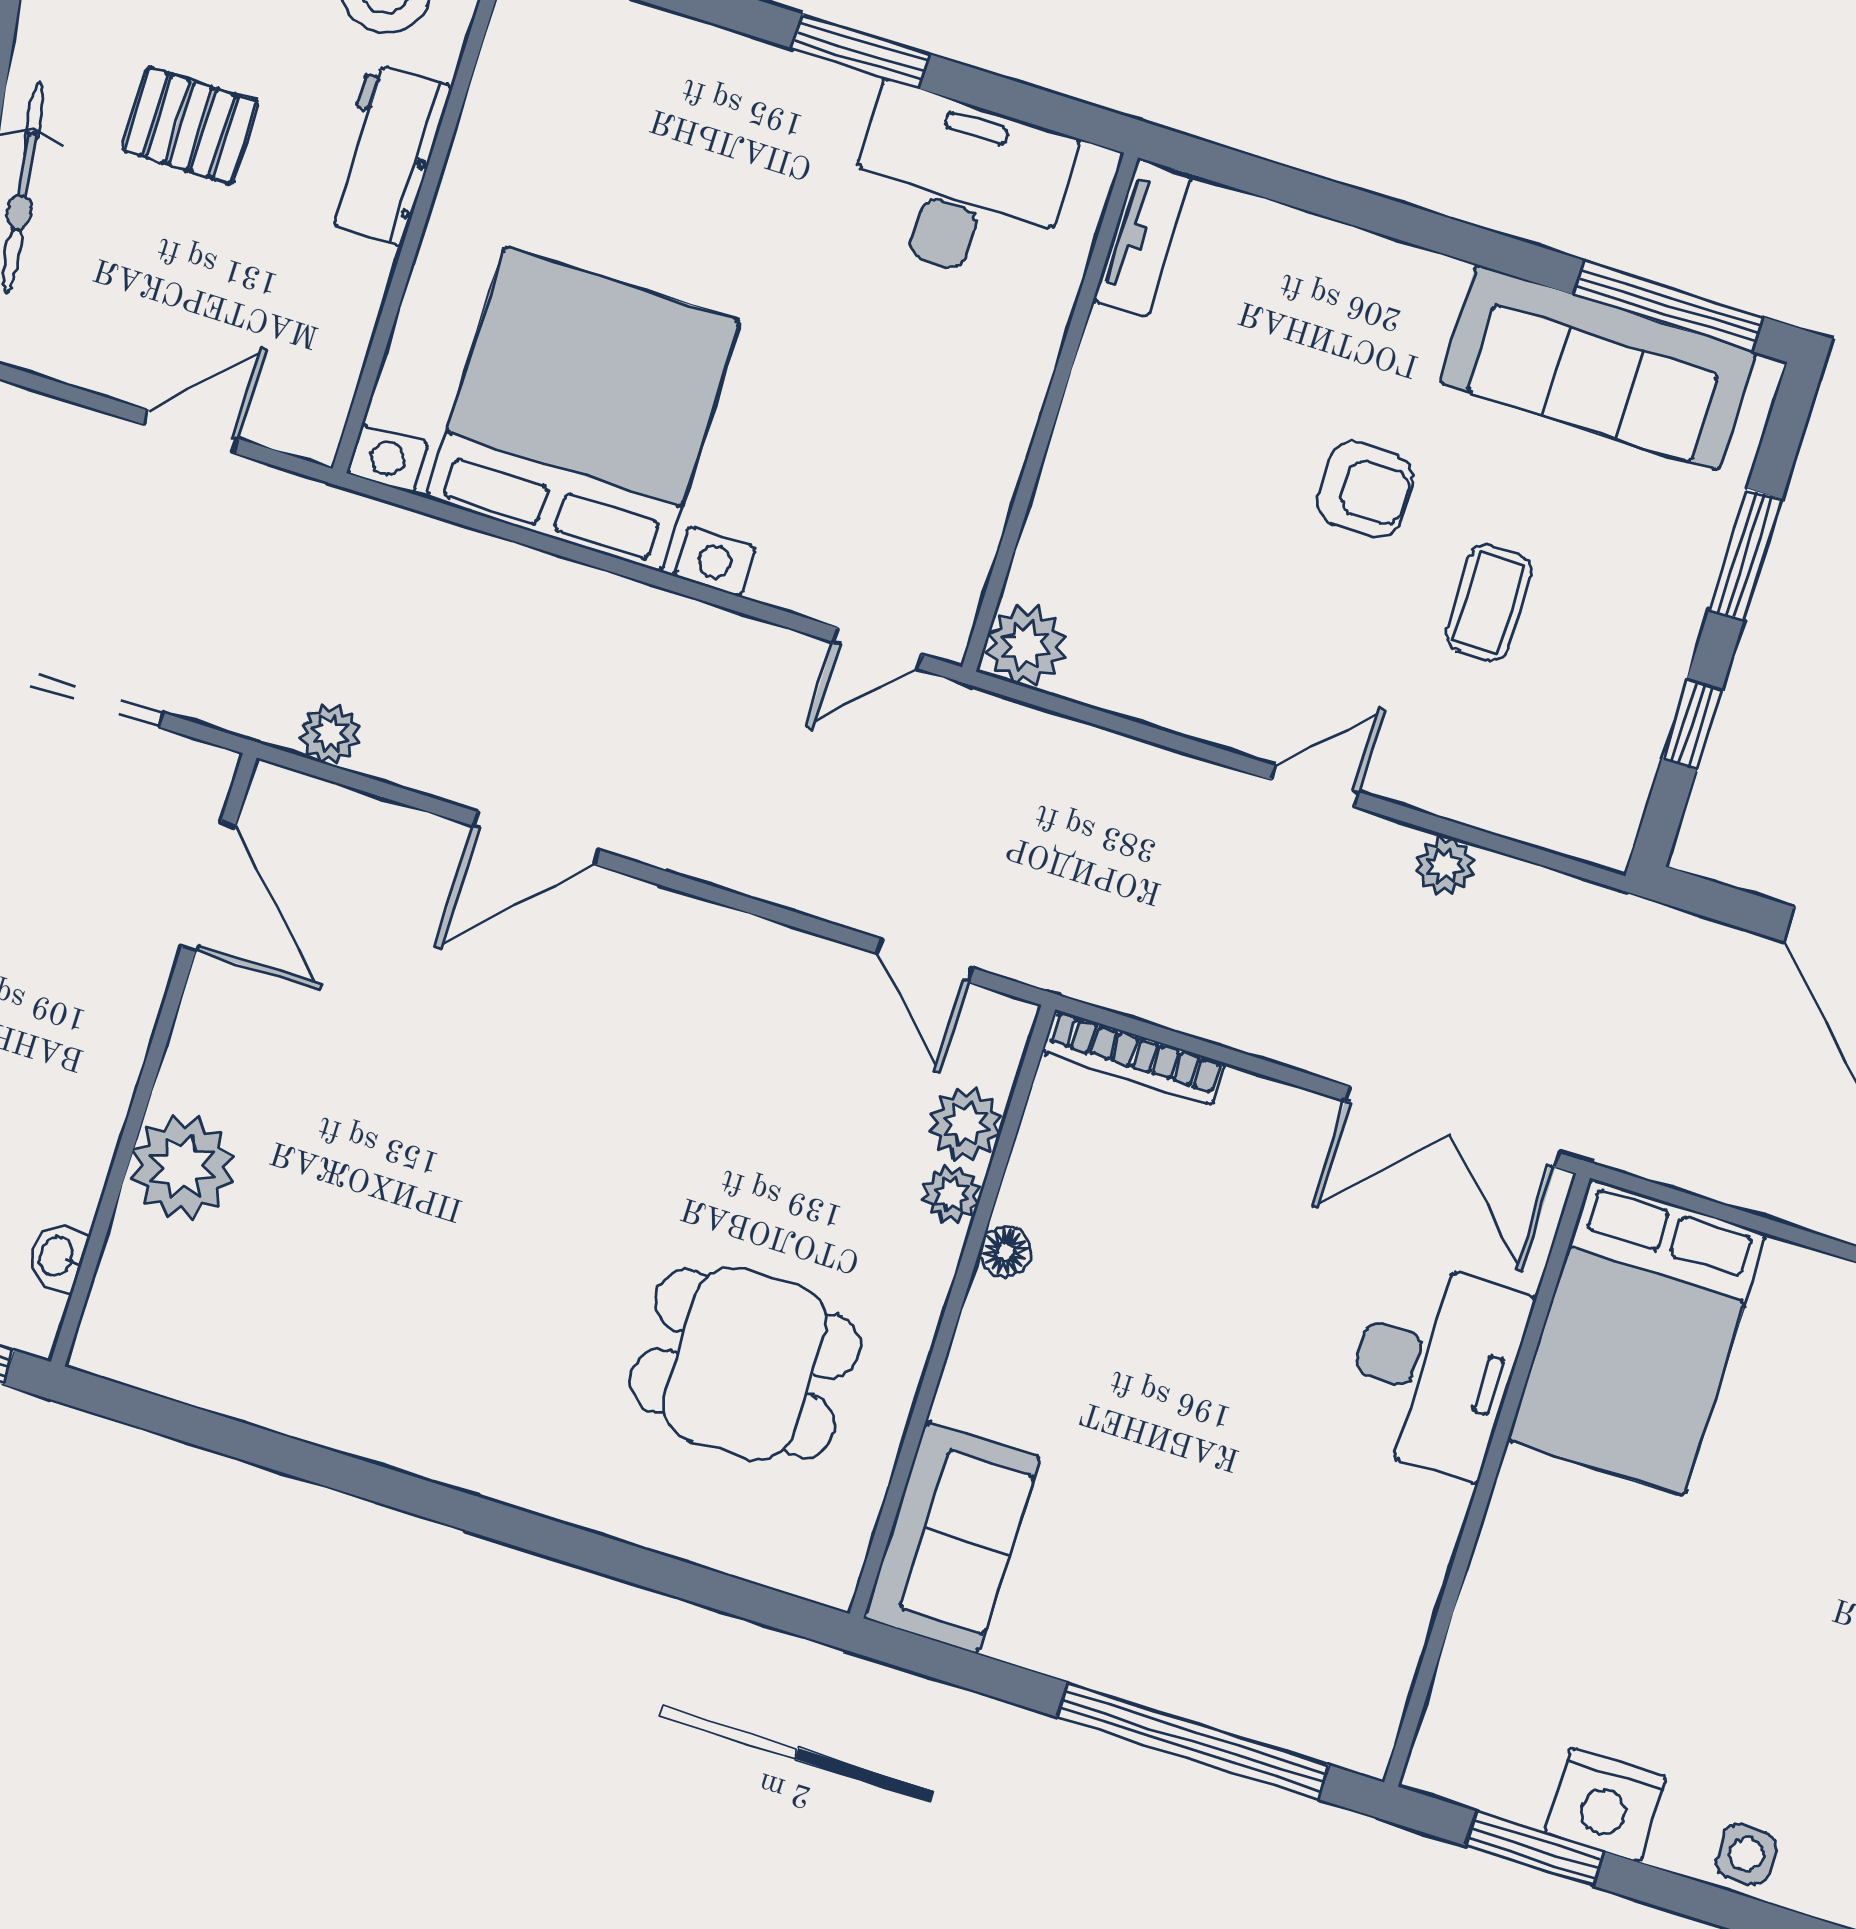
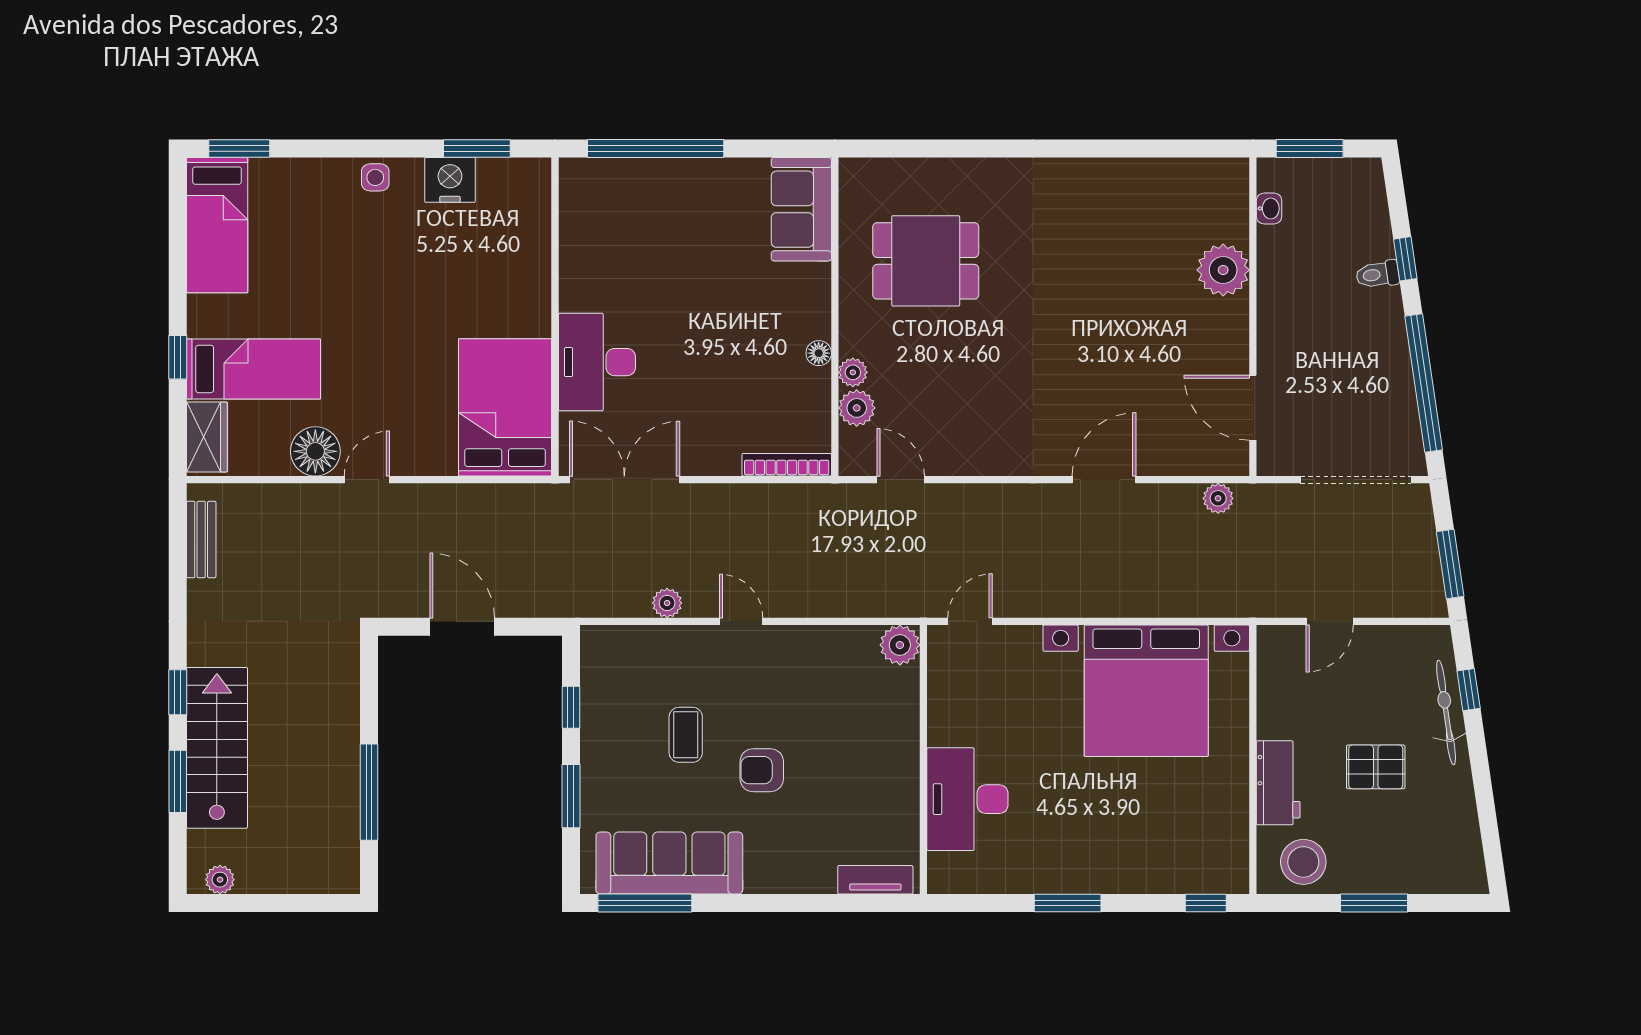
desk: (958, 186) -> (967, 799), moved, turned 90
tv unit: (1143, 238) -> (875, 880), moved, turned 90
door: (1315, 786) -> (741, 621), swing flipped

